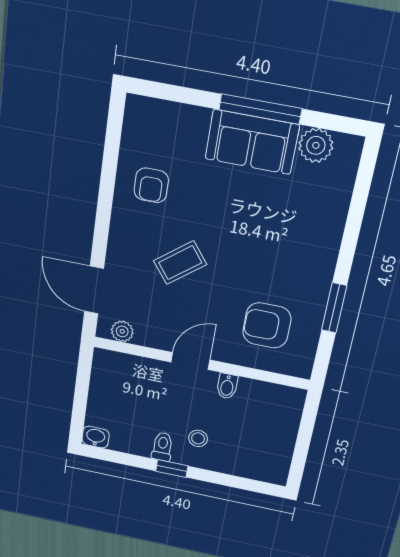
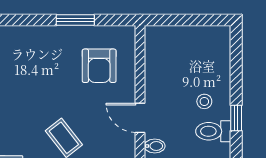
bidet: (227, 386) -> (155, 146), moved
toilet: (162, 447) -> (213, 131), width x1.37, depth x1.39

